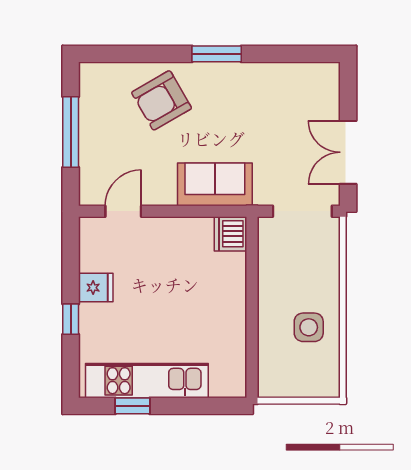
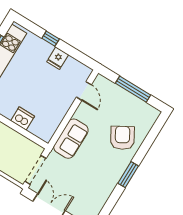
dishwasher: (231, 234) -> (23, 118), moved

